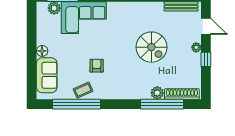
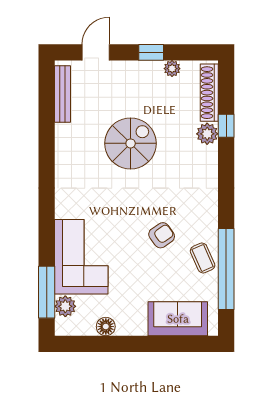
plant: (196, 47) -> (172, 69), moved
floor lamp: (42, 51) -> (106, 327), moved
armchair: (97, 66) -> (162, 235), turned 145
window: (162, 104) -> (226, 126), width x0.32

